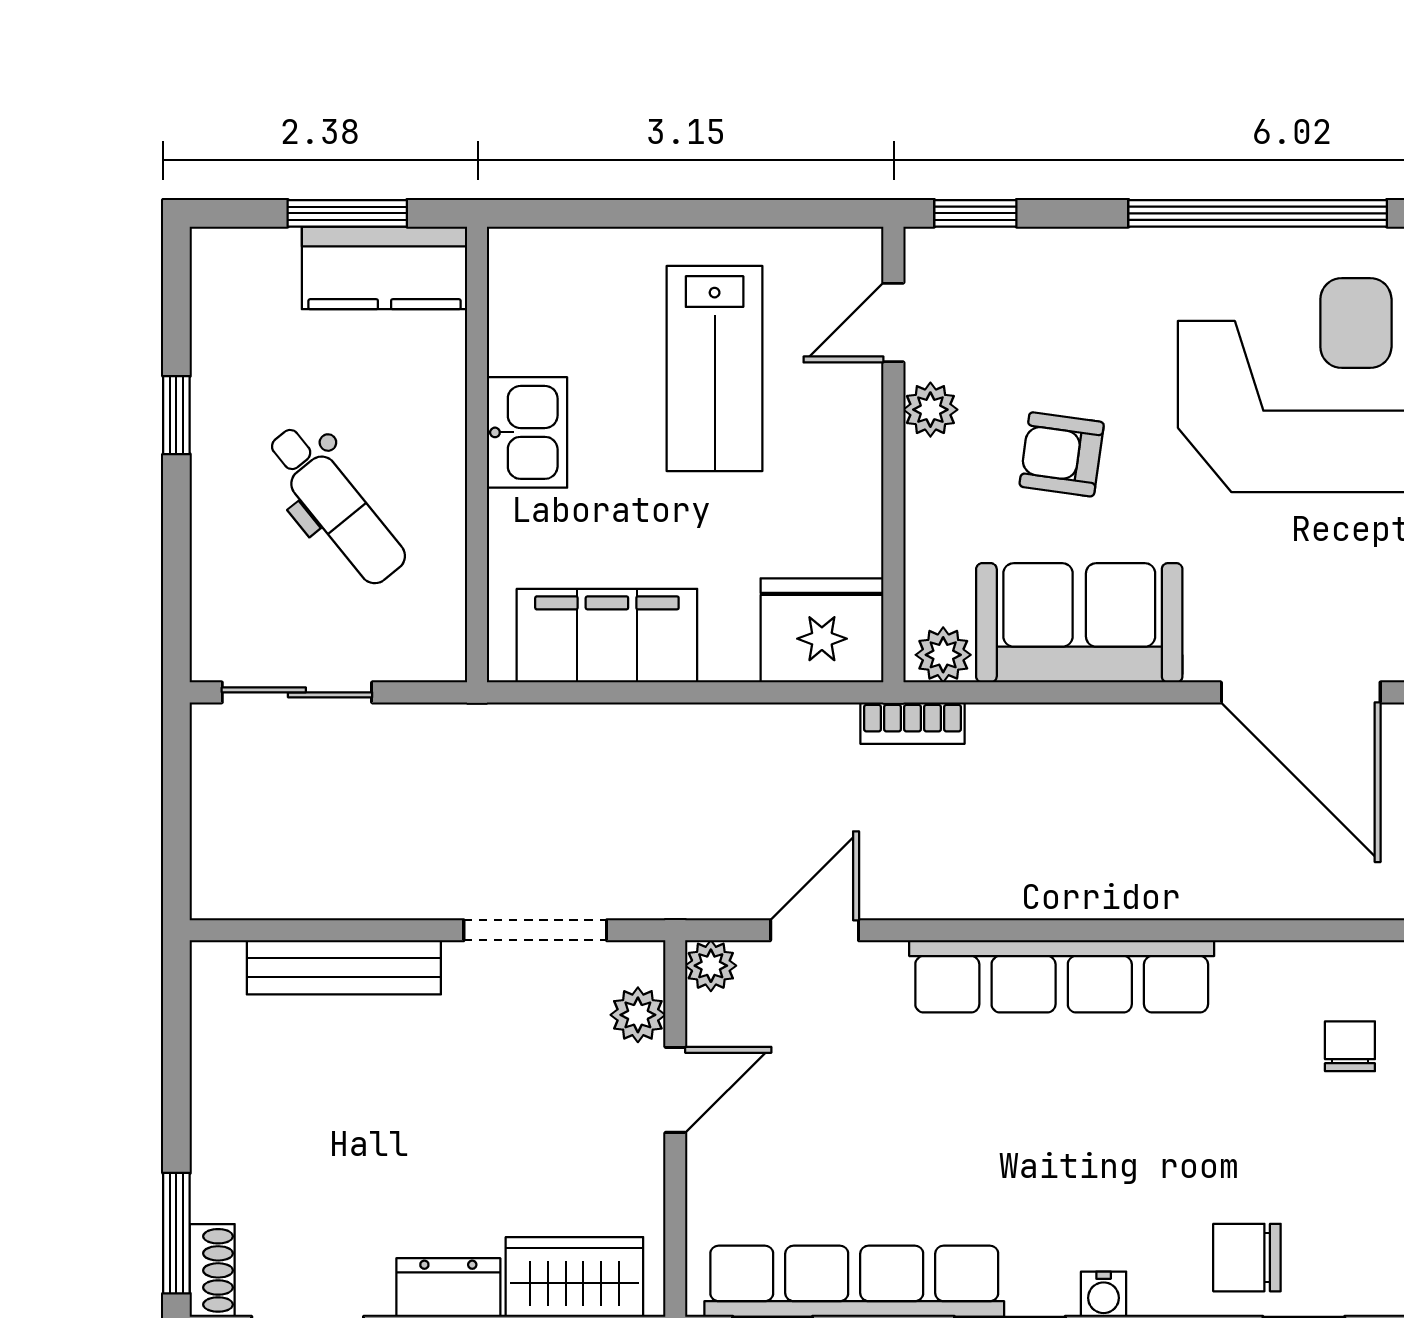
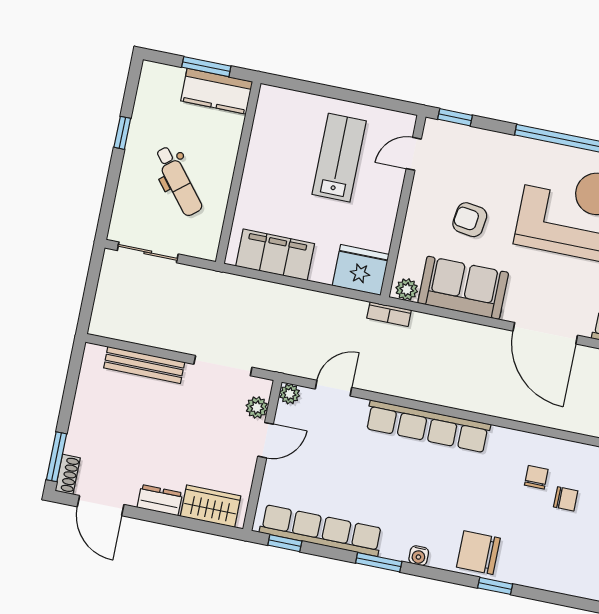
lab bench: (715, 368) -> (339, 158), turned 180
plant: (930, 410) -> (421, 191), removed
kitchen sink: (527, 432) -> (260, 168), removed
chair: (1247, 1258) -> (478, 553), width x1.37, depth x1.37

